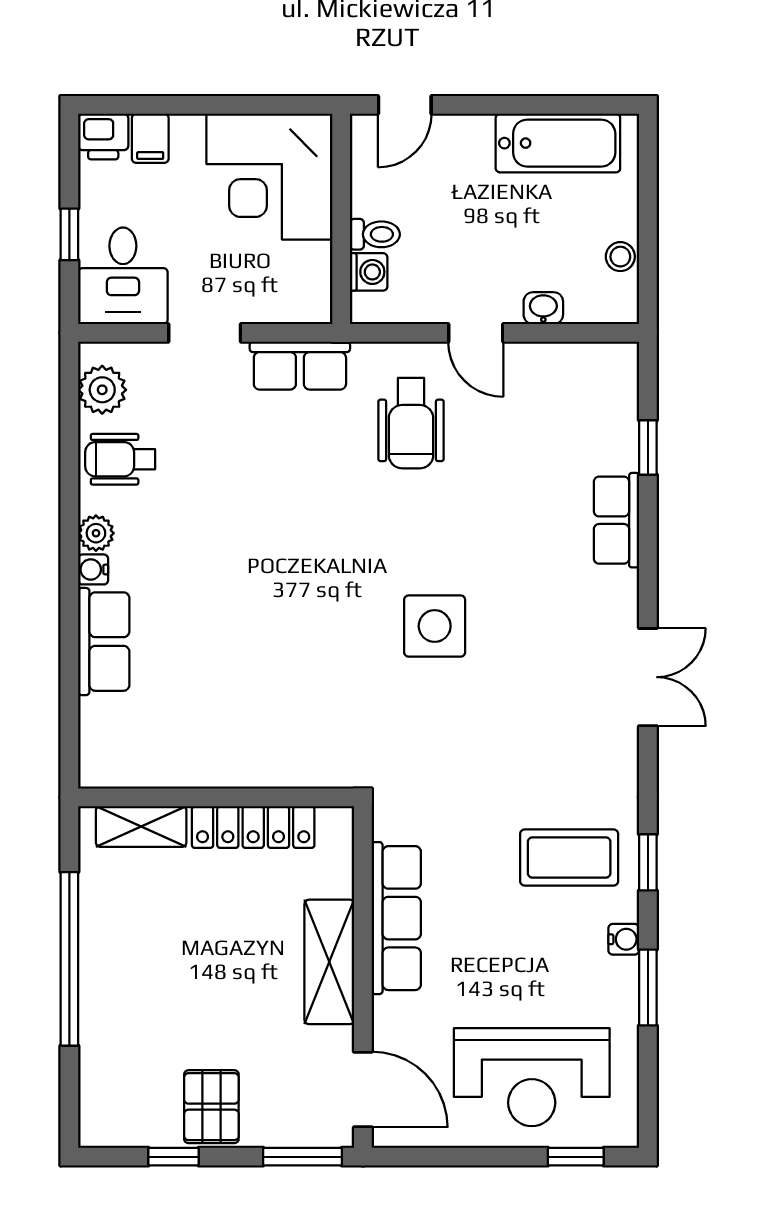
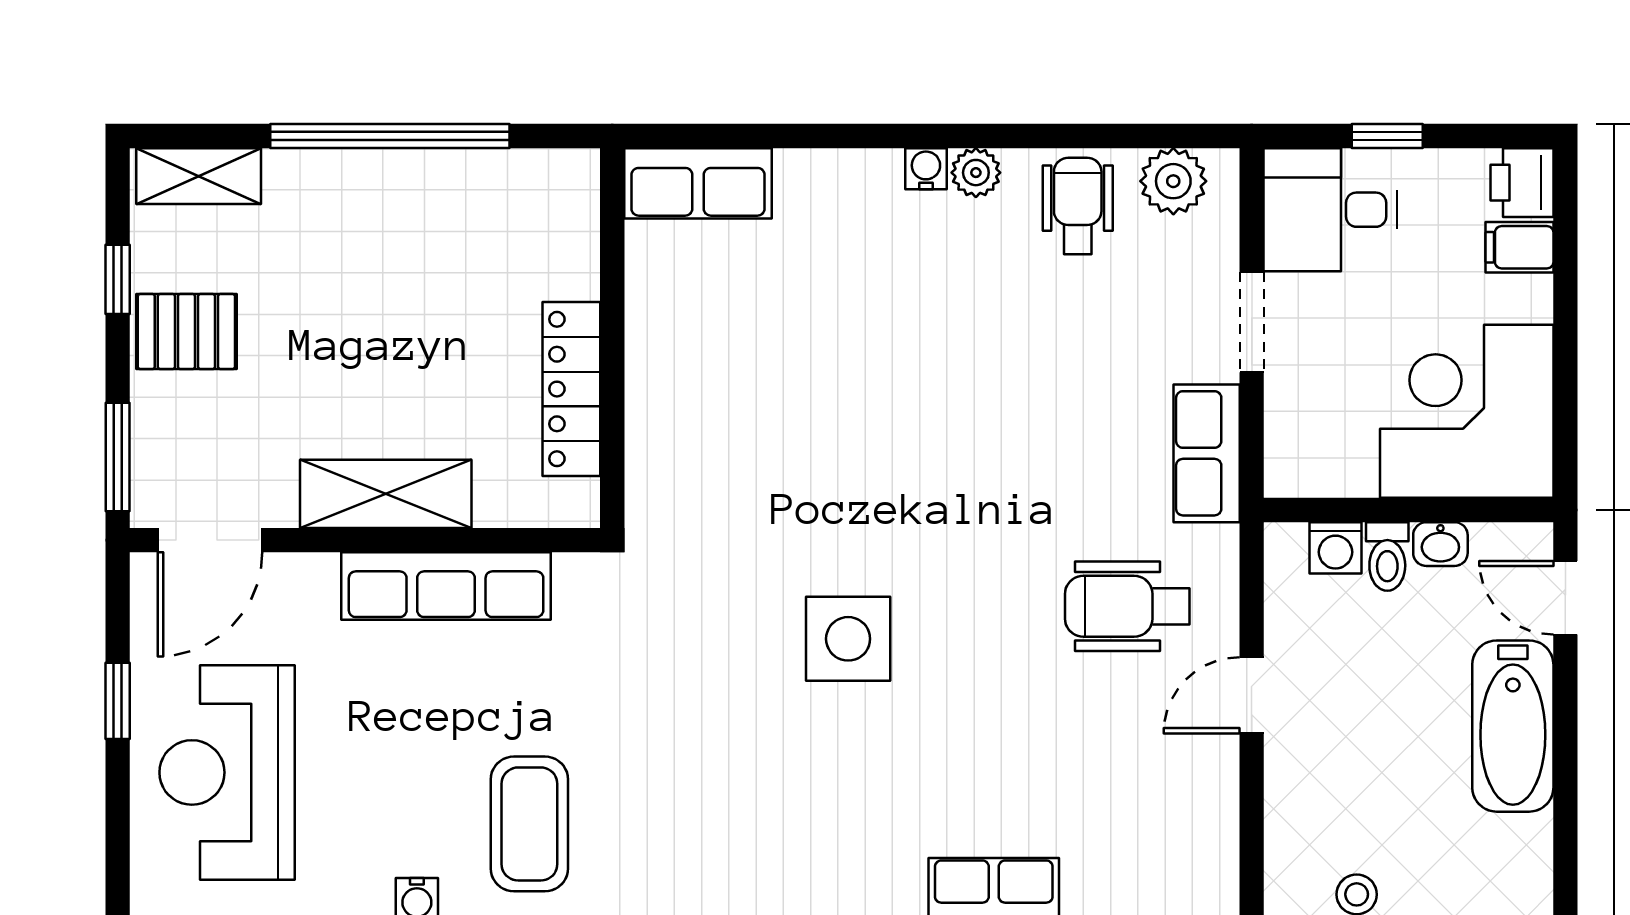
bathtub: (558, 143) -> (1513, 726), moved
washbasin: (543, 308) -> (1440, 544), moved, turned 90
row of seats: (104, 642) -> (698, 183), moved
shelving: (141, 826) -> (199, 176), moved, turned 90
window: (576, 1157) -> (118, 701), moved

